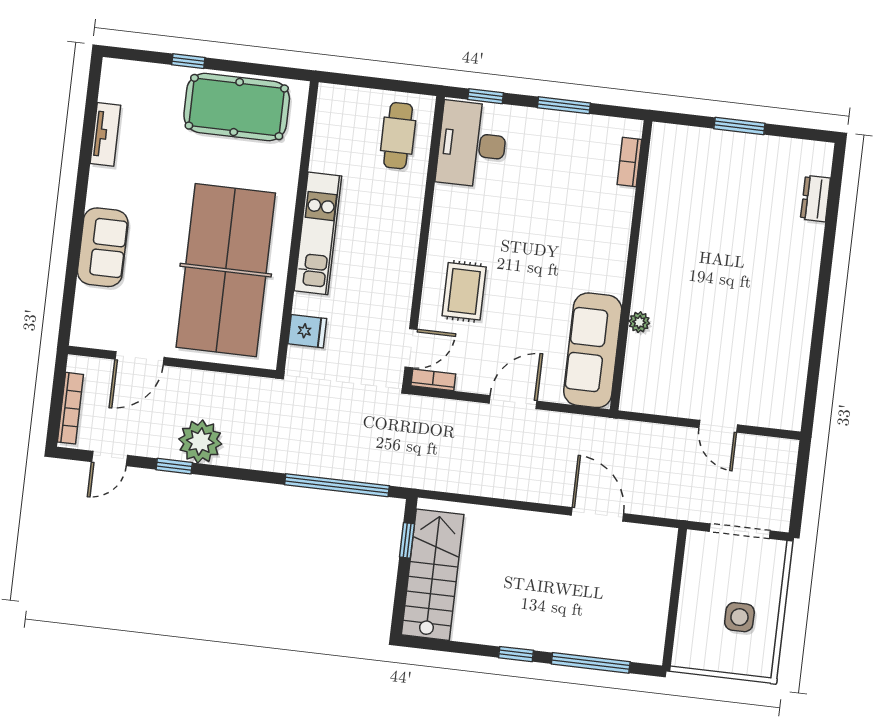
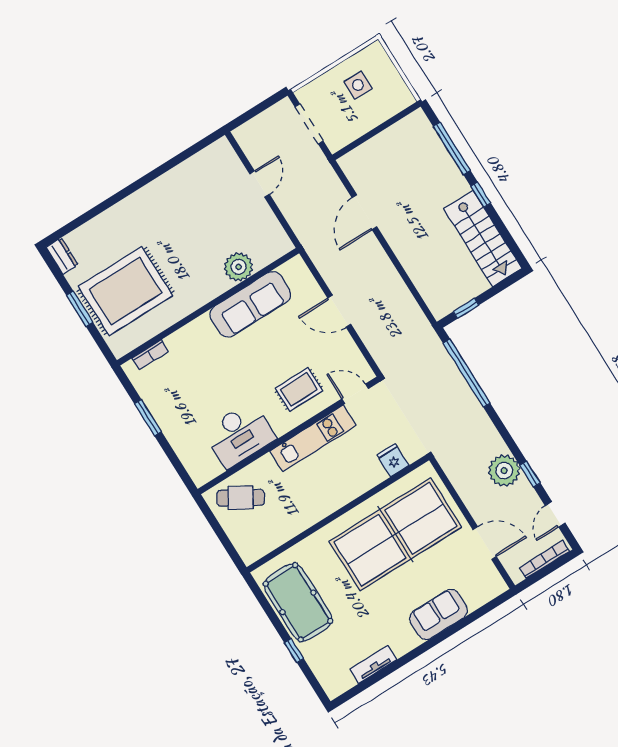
window: (486, 96) -> (178, 466), removed
cafe table: (398, 136) -> (241, 498), turned 31
desk: (472, 144) -> (240, 435), moved
rug: (719, 190) -> (125, 291), added
dresser: (815, 199) -> (62, 256), moved, turned -90
kitchen unit: (318, 233) -> (313, 438), moved, turned 180
plant: (639, 322) -> (239, 267), width x1.87, depth x1.87
sofa: (593, 350) -> (250, 304), moved
bookcase: (433, 380) -> (363, 367), removed
door: (109, 459) -> (555, 514), swing flipped
stairs: (433, 575) -> (483, 238), moved, turned -90

